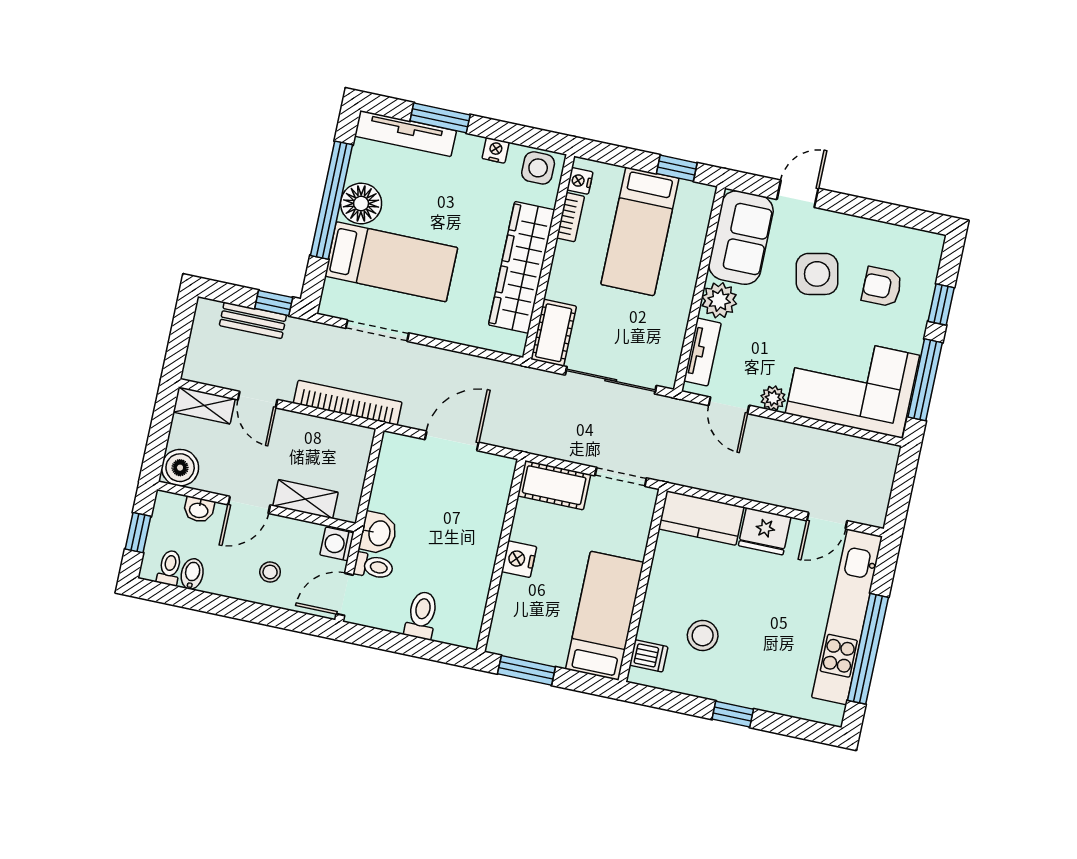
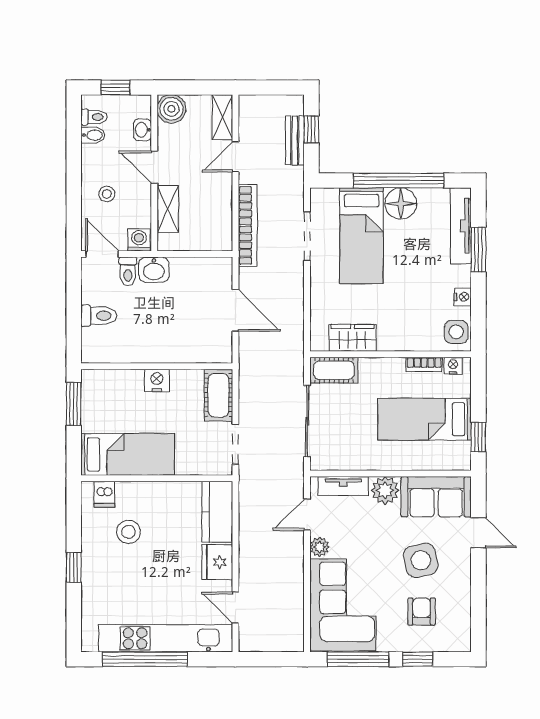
wardrobe: (522, 267) -> (353, 338), width x0.48, depth x0.85
window: (274, 303) -> (311, 129), moved

